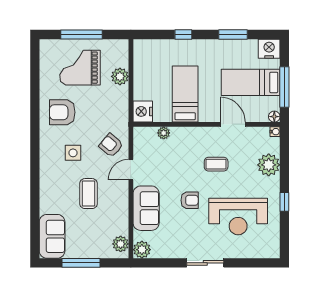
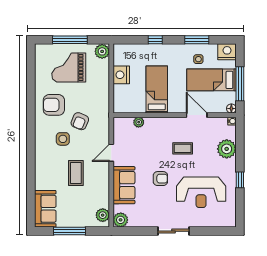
side table: (235, 58) -> (198, 59), added
plant: (120, 76) -> (102, 51), moved
nightstand: (143, 111) -> (121, 75), moved
armchair: (111, 145) -> (80, 121), moved, turned -107

